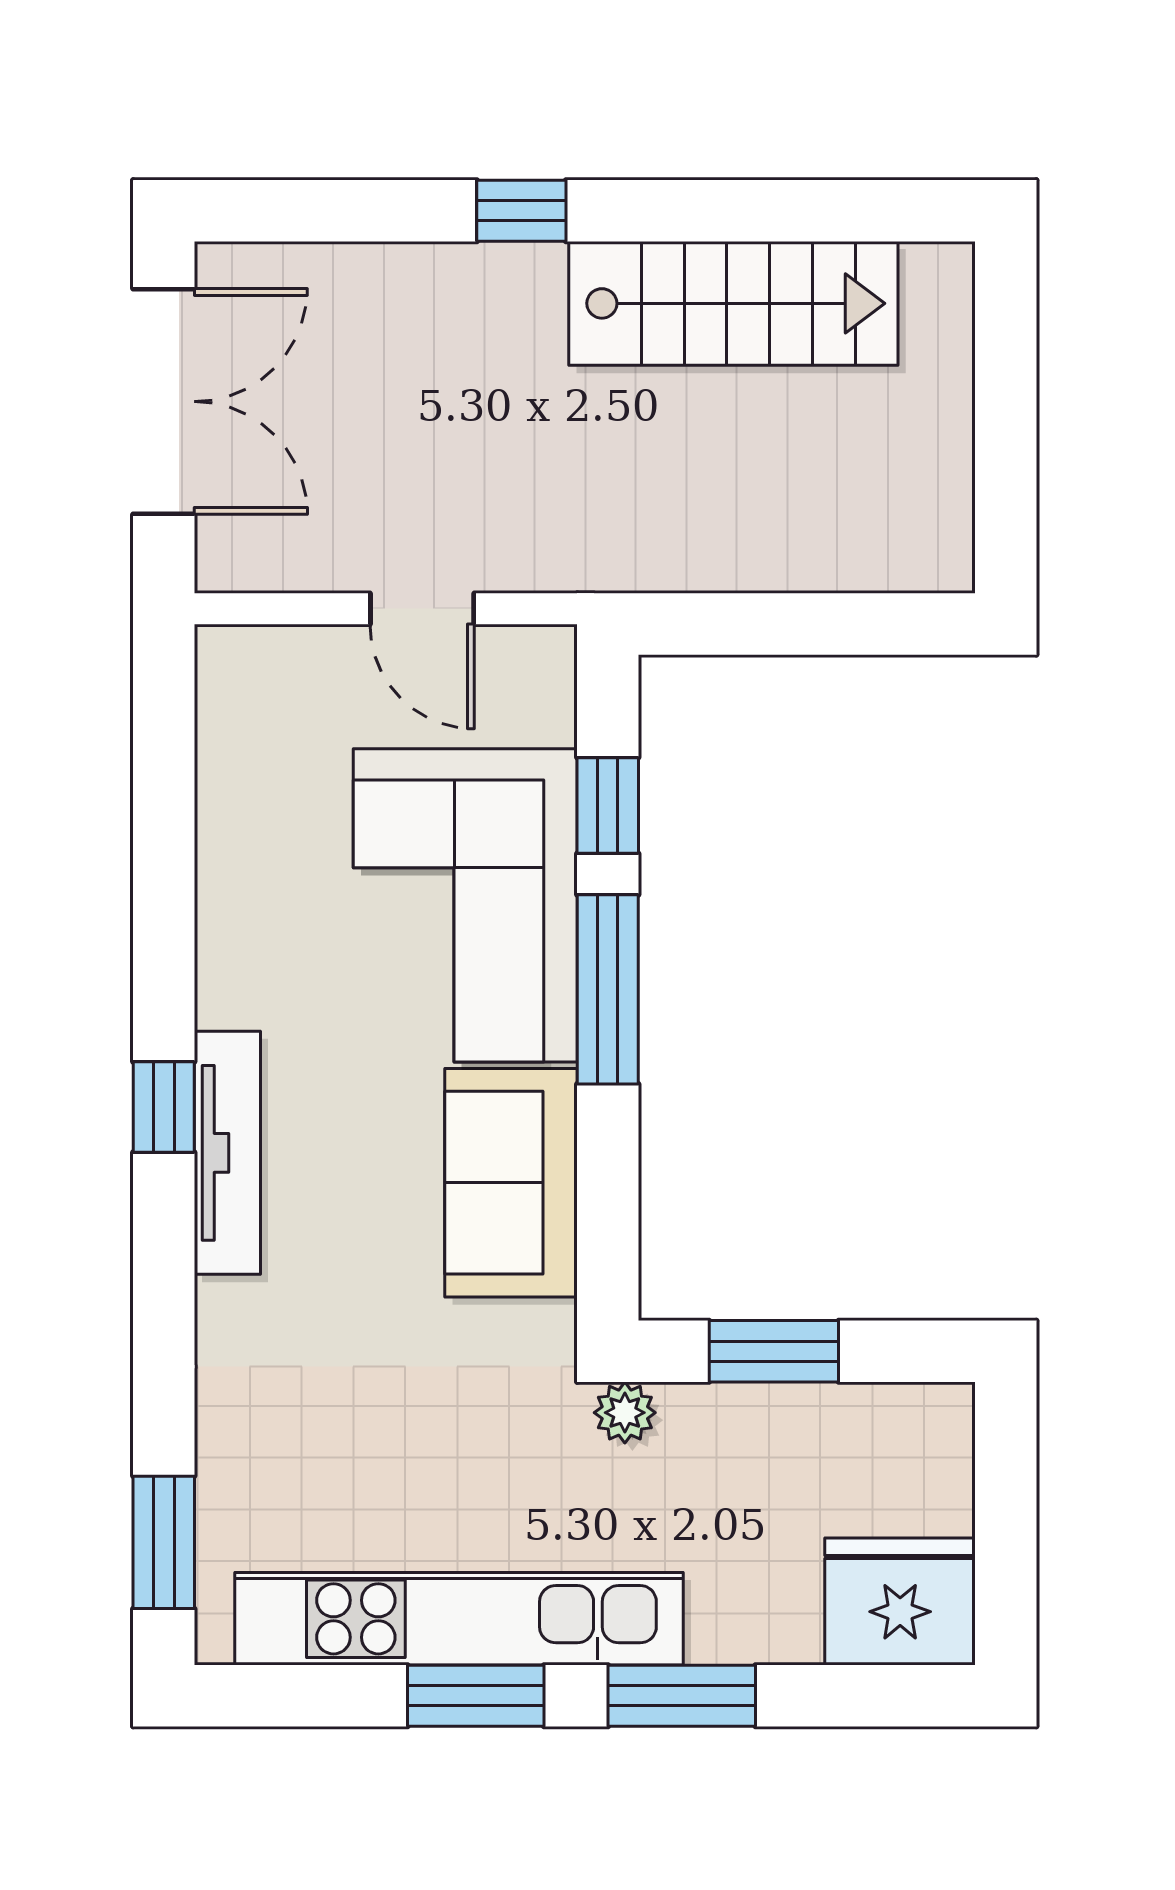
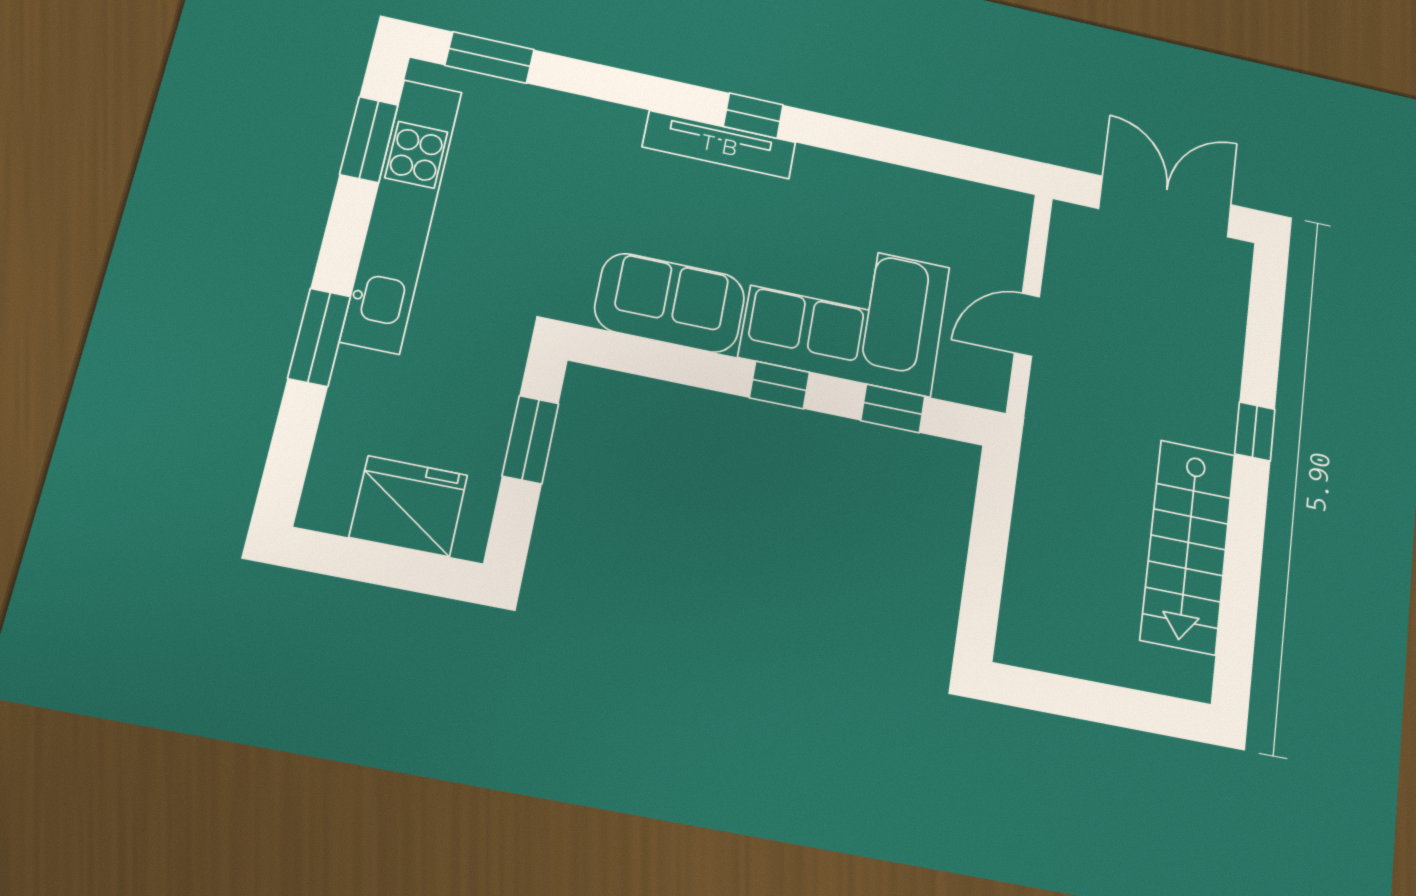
double door: (164, 401) -> (1165, 207), swing flipped
window: (608, 989) -> (780, 385), width x0.46
plant: (625, 1413) -> (511, 340), removed
fridge: (900, 1602) -> (409, 506), moved, turned -90
window: (476, 1696) -> (369, 140), moved

